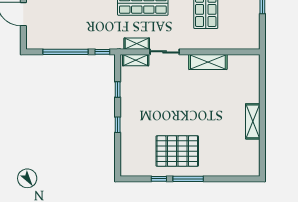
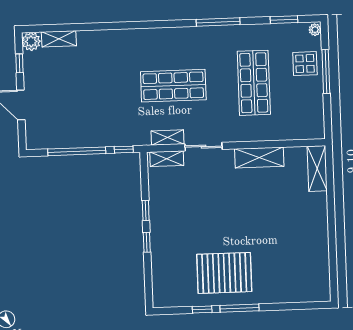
window: (118, 89) -> (146, 210), moved
shelving: (253, 121) -> (317, 168), moved

